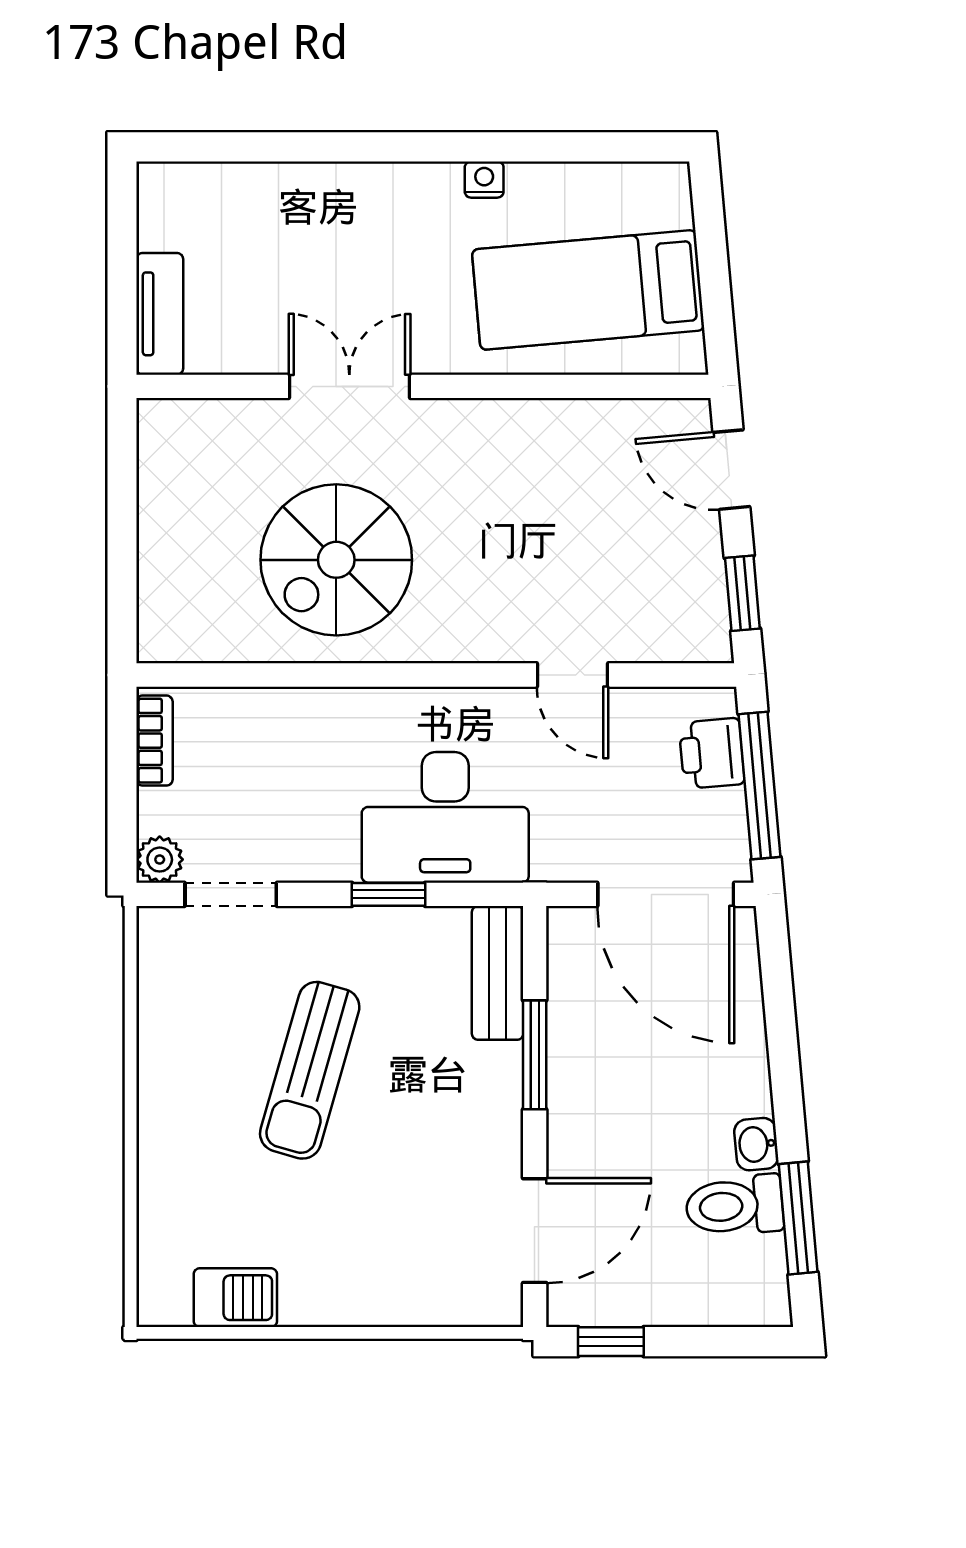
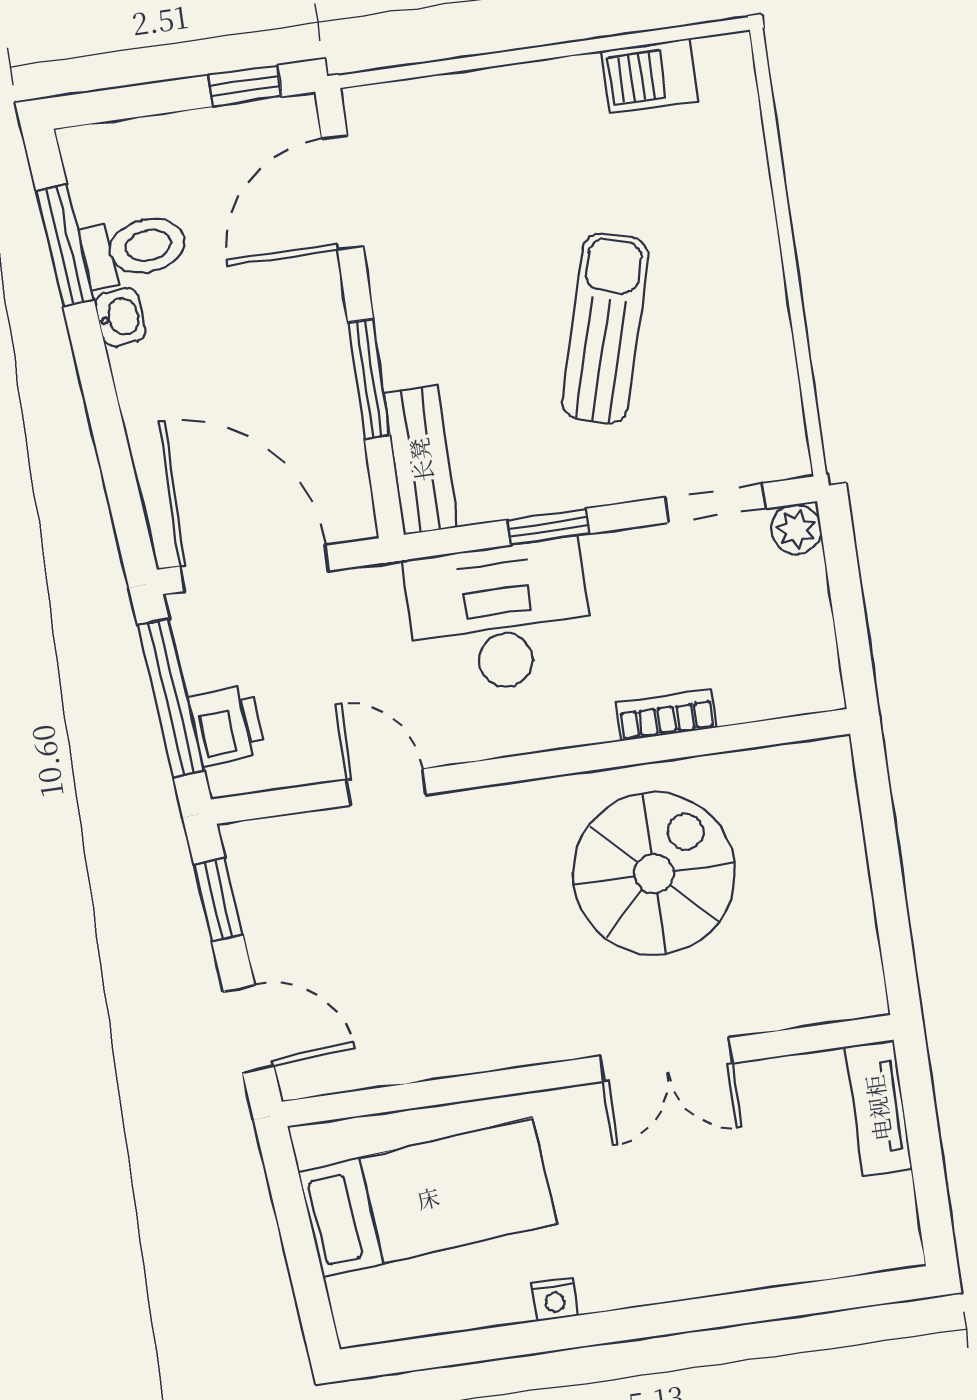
bookcase: (154, 741) -> (666, 715), moved, turned 90

